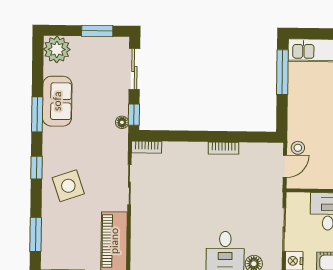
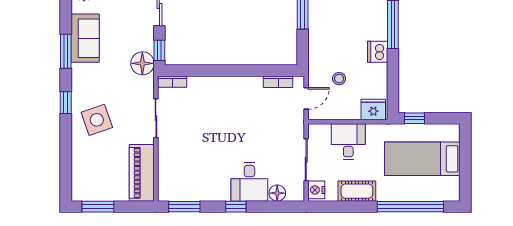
floor lamp: (122, 122) -> (142, 63), width x1.89, depth x1.89
bookcase: (223, 148) -> (278, 82), moved
stool: (298, 148) -> (339, 79), moved
window: (36, 235) -> (66, 167), removed

